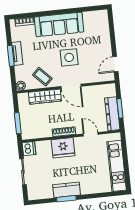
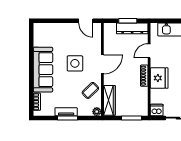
wardrobe: (45, 97) -> (109, 100), moved

